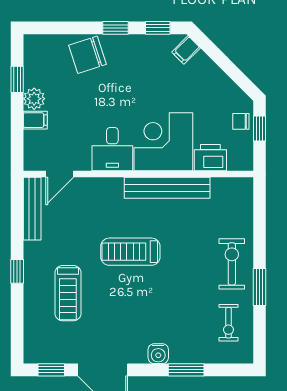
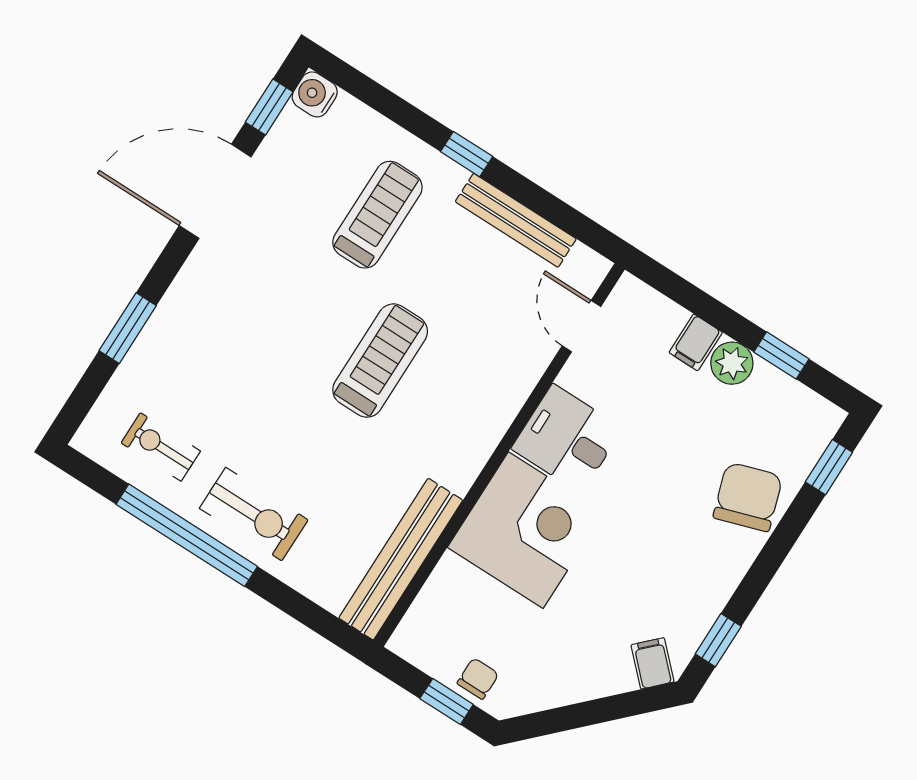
window: (116, 28) -> (829, 467), moved
printer: (210, 158) -> (450, 590), removed
bench: (167, 188) -> (401, 559), moved
bench: (32, 209) -> (516, 220), moved
window: (260, 287) -> (187, 535), width x2.11
treadmill: (68, 293) -> (377, 215), turned 90
water cooler: (158, 354) -> (315, 94), moved

